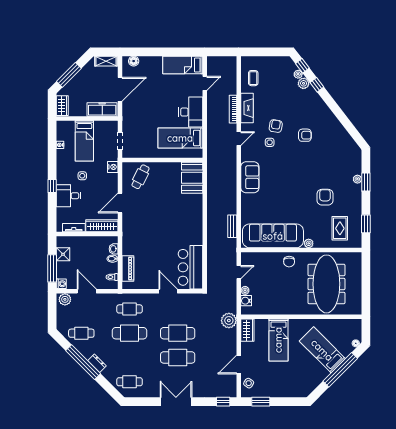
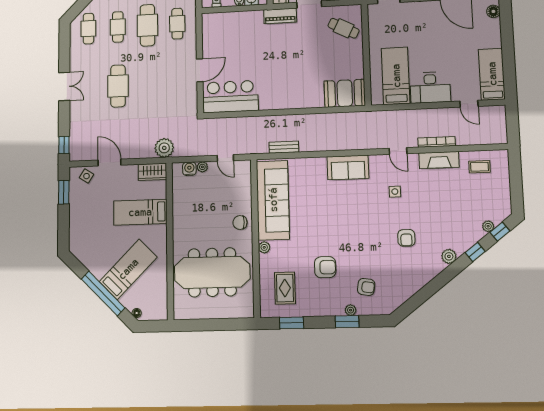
plant: (304, 83) -> (449, 256), moved
armchair: (276, 126) -> (366, 287), moved
rug: (340, 228) -> (285, 288), turned 90
piano: (128, 268) -> (280, 16), moved
cafe table: (178, 333) -> (118, 27), moved, width x0.73, depth x0.74
double door: (176, 402) -> (64, 87), width x0.73

